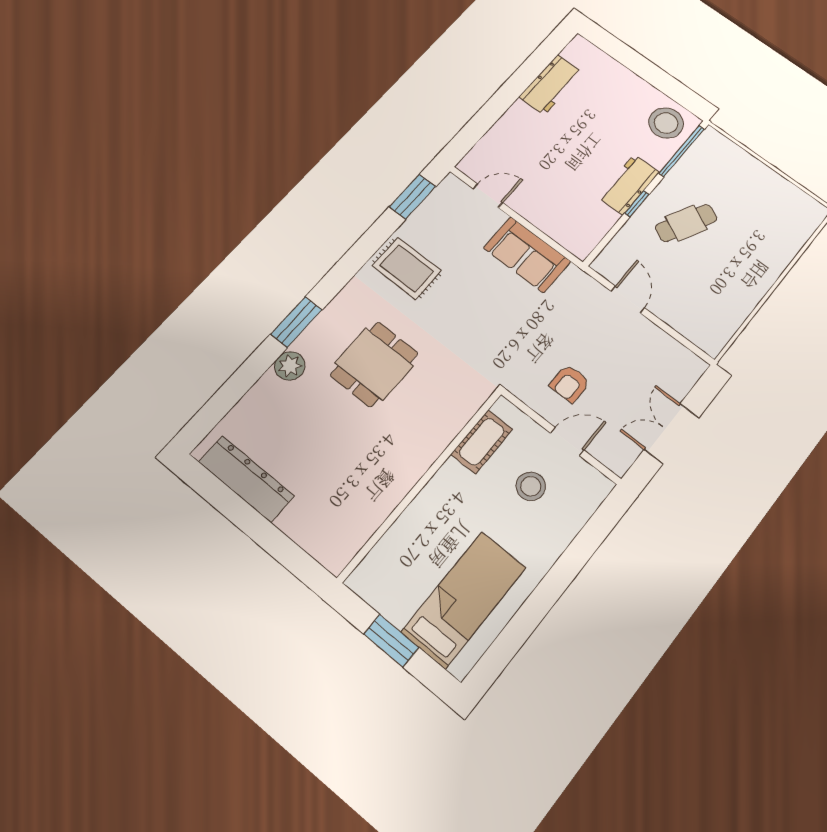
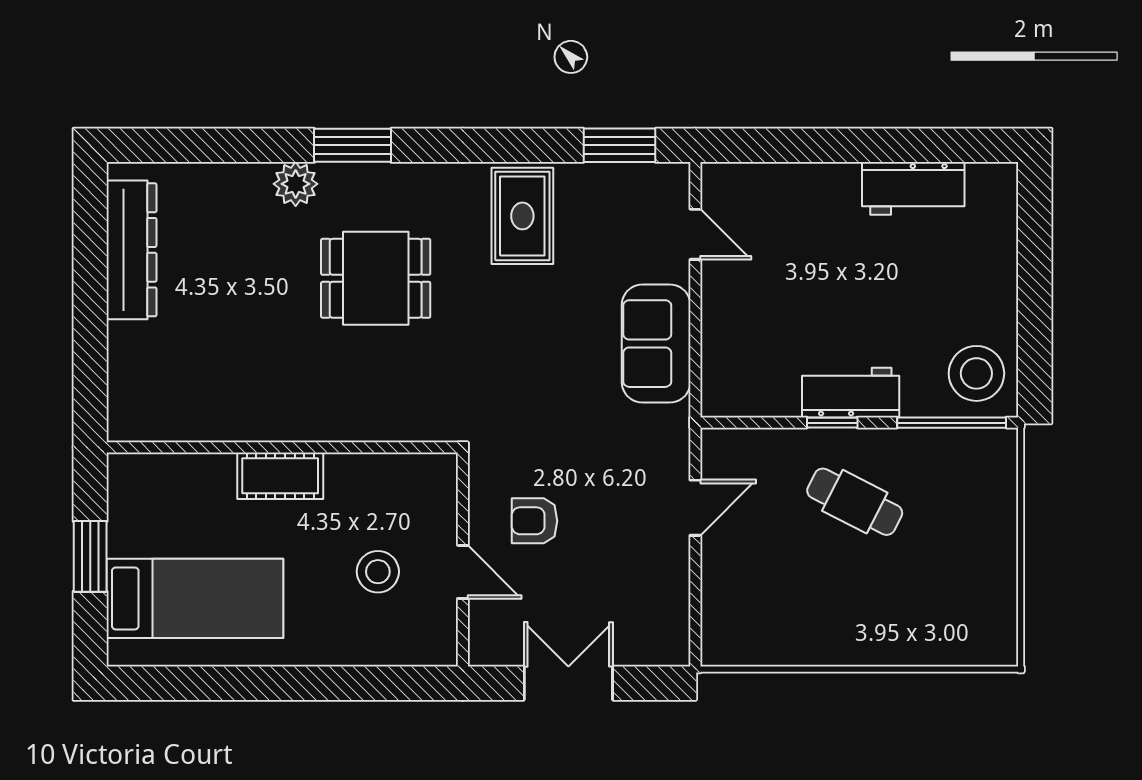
cot: (482, 442) -> (280, 476), moved

